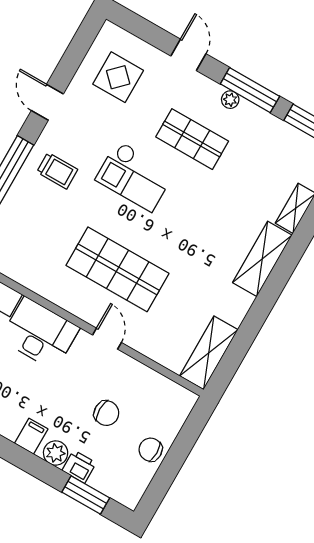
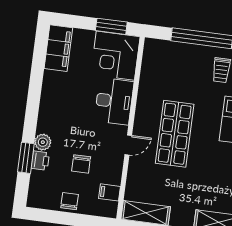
filing cabinet: (31, 436) -> (110, 192), moved, turned 180
window: (86, 495) -> (26, 158), moved

